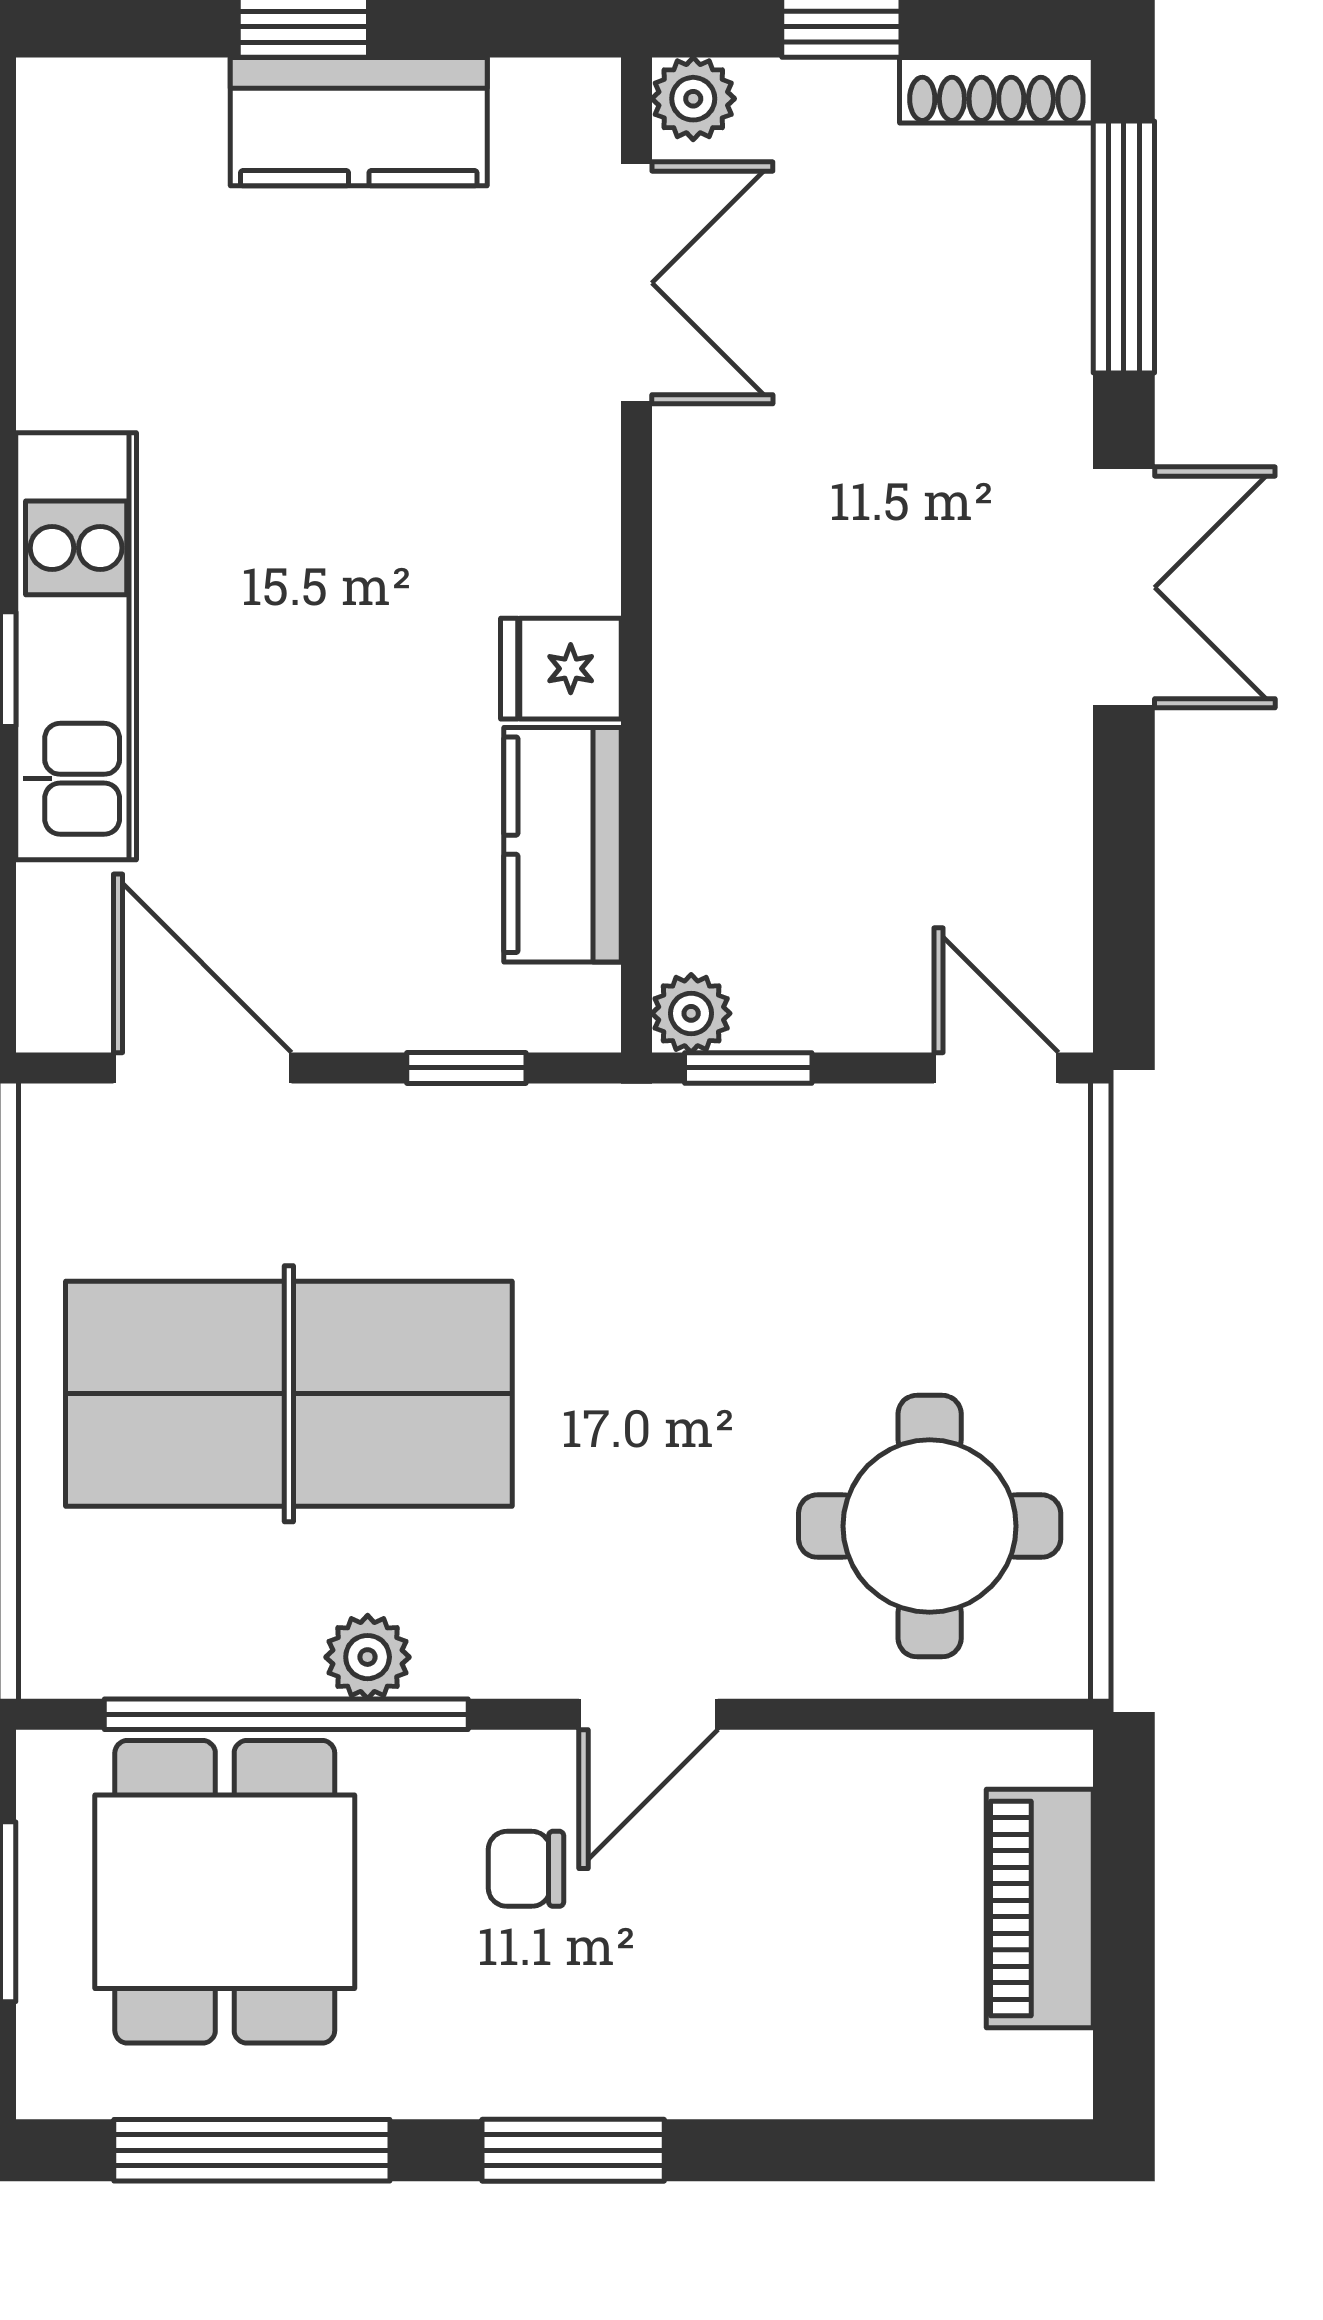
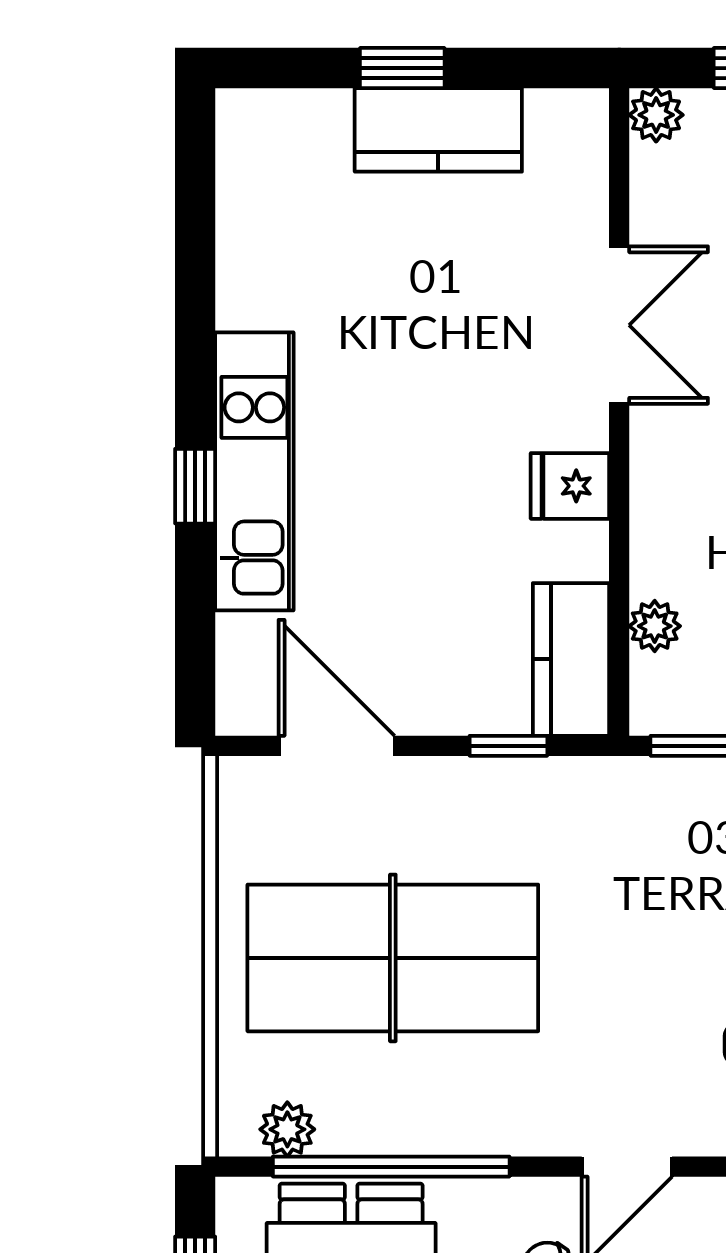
double door: (637, 283) -> (619, 325), moved
kitchen counter: (563, 845) -> (571, 659), moved
plant: (691, 1013) -> (655, 626), moved
plant: (368, 1657) -> (287, 1129), moved

